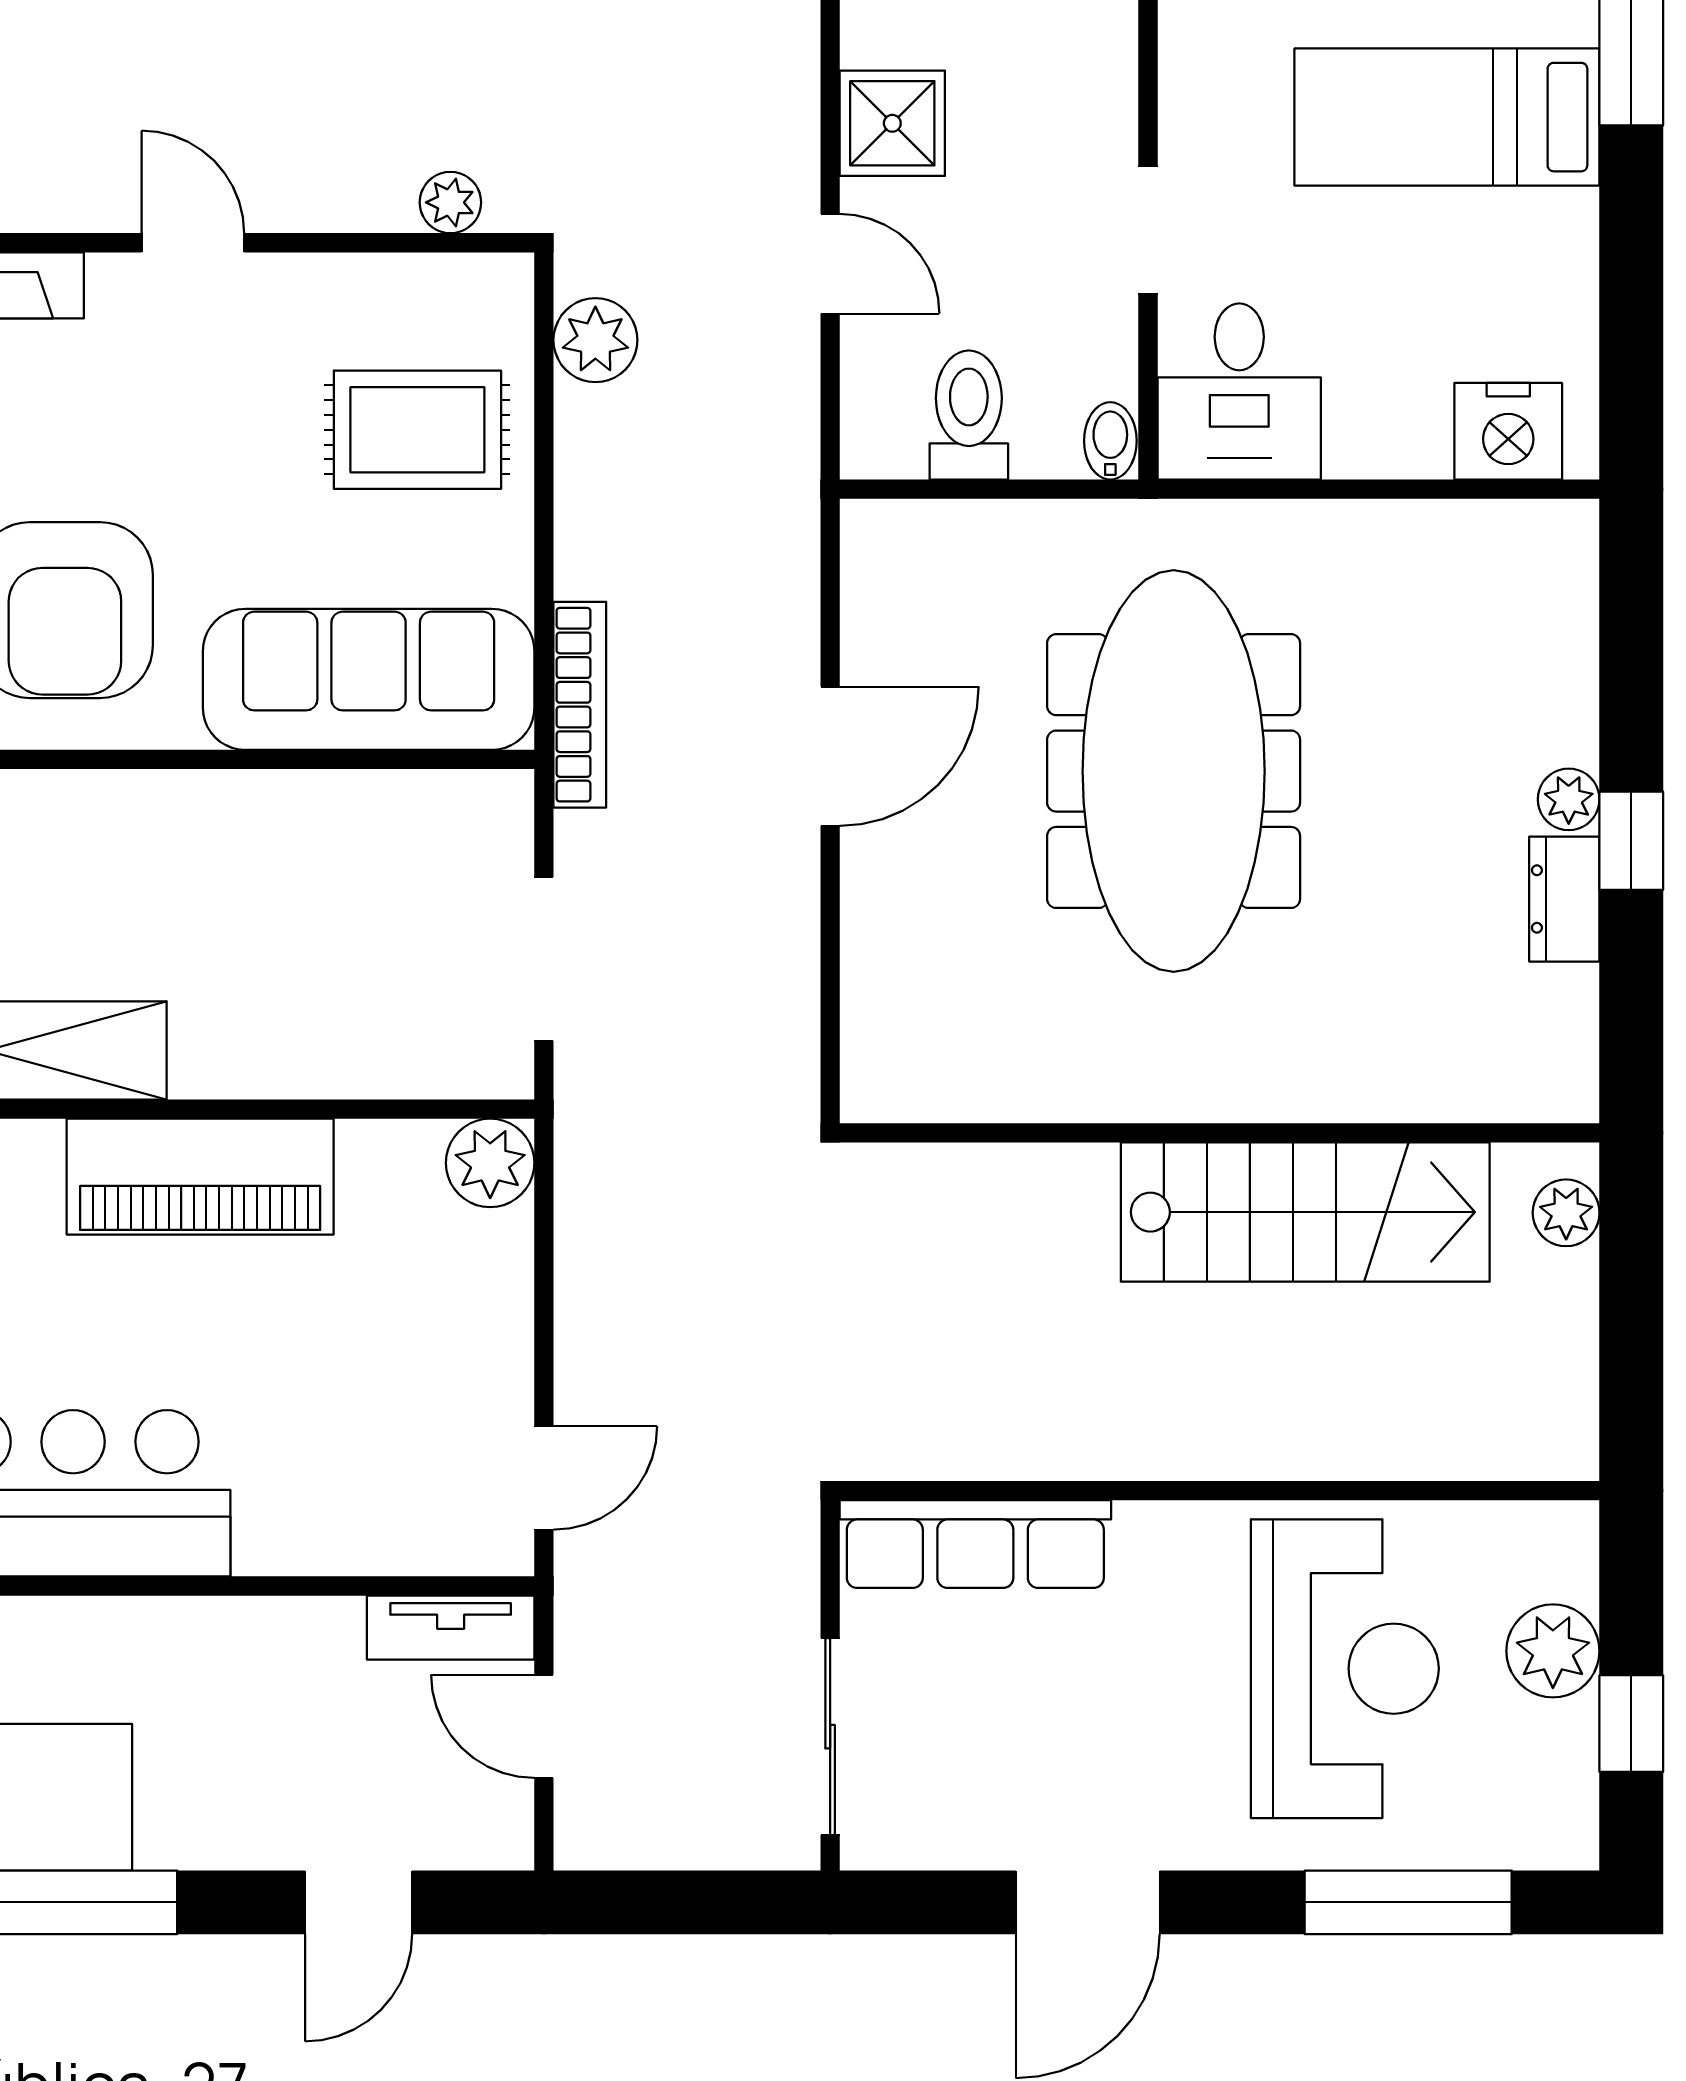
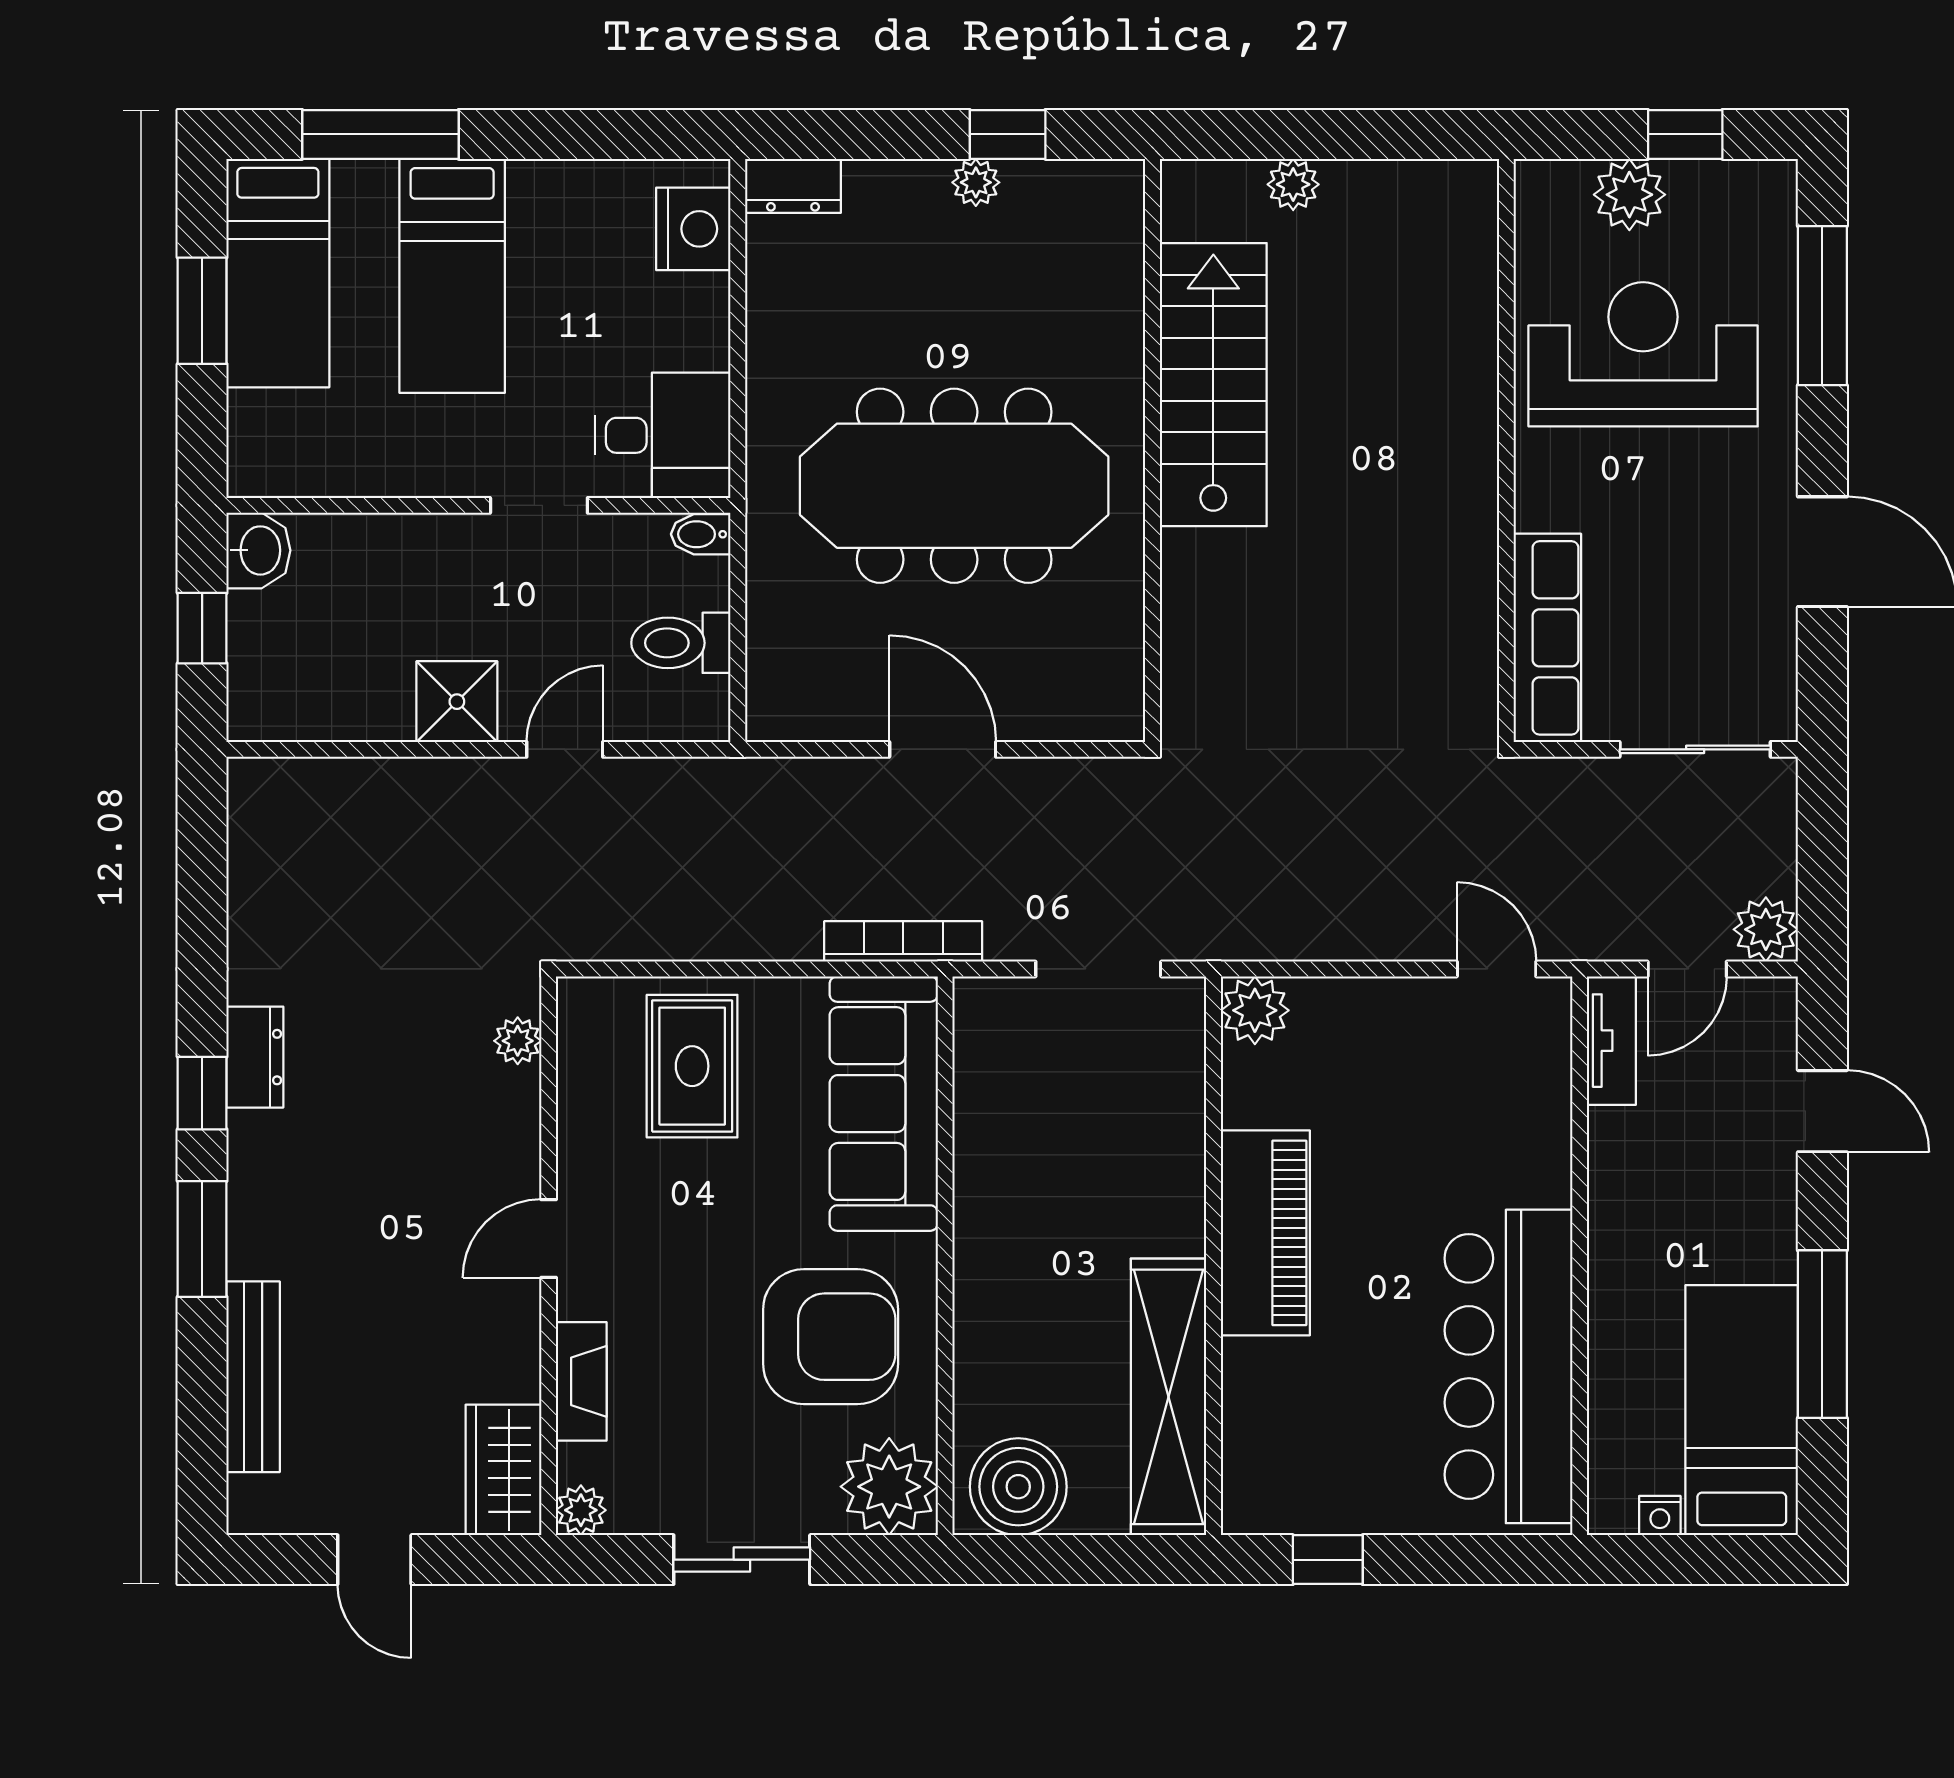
plant: (595, 340) -> (1766, 929), moved
dresser: (1564, 899) -> (793, 186), moved
wall: (1220, 1133) -> (1153, 450), moved
stairs: (1305, 1212) -> (1213, 385), moved

